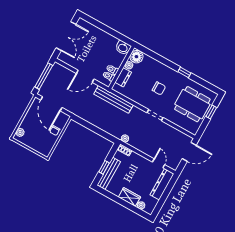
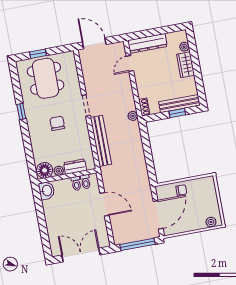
bench: (113, 99) -> (101, 141), moved

